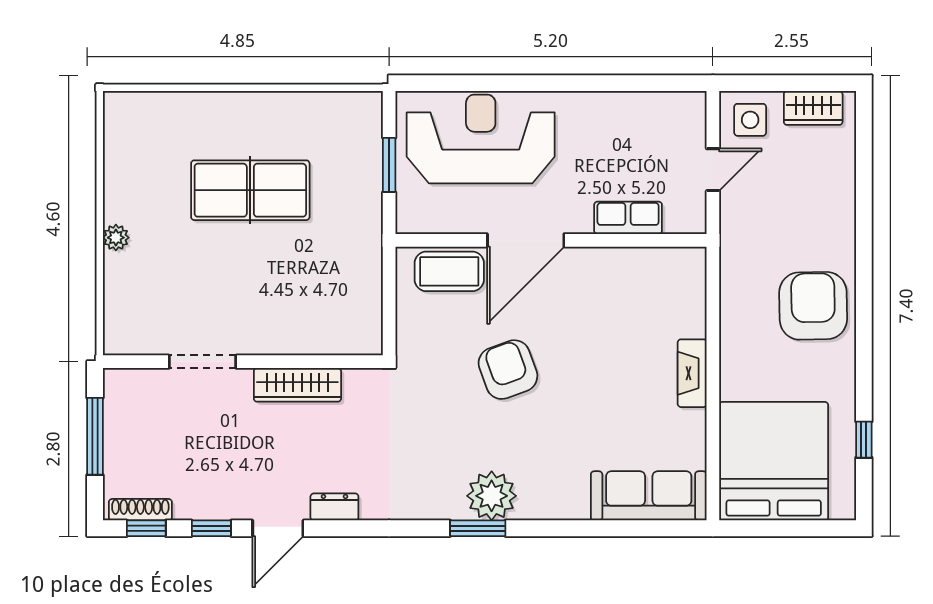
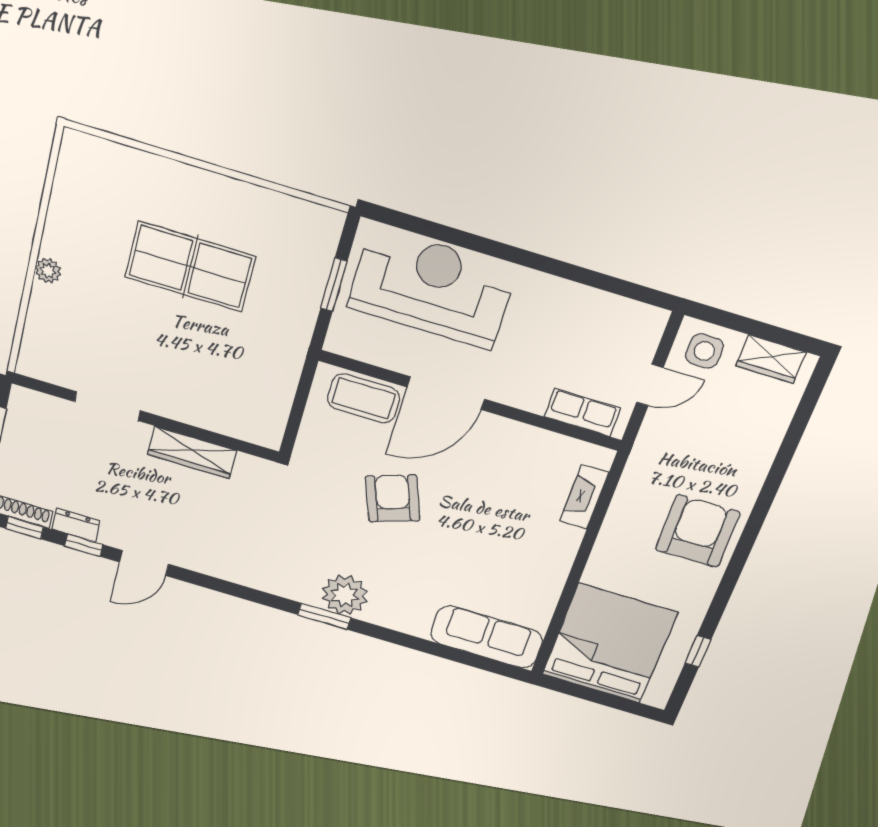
row of seats: (628, 218) -> (582, 412), moved
fireplace: (692, 373) -> (584, 497), moved
dresser: (334, 507) -> (76, 525), moved

